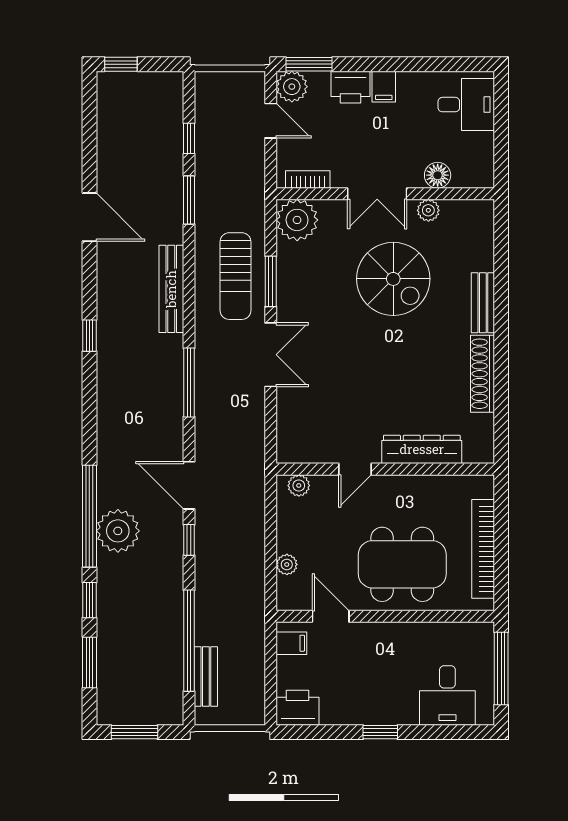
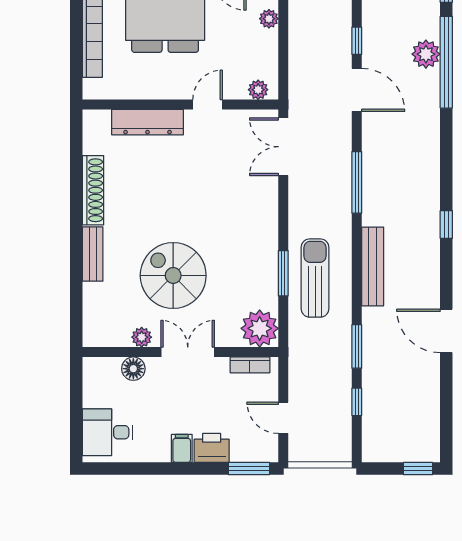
plant: (292, 87) -> (264, 448), removed
double door: (271, 355) -> (283, 147), moved
plant: (118, 531) -> (426, 54), width x0.73, depth x0.73

